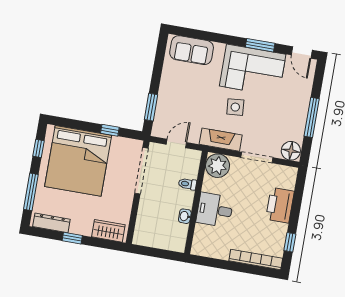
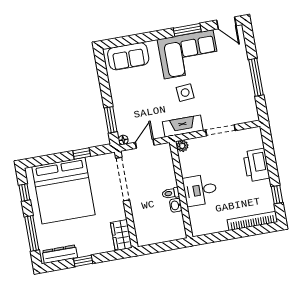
floor lamp: (291, 151) -> (123, 140), moved, width x0.53, depth x0.53
plant: (218, 166) -> (182, 146), width x0.53, depth x0.53
toilet: (187, 184) -> (171, 193), moved
wardrobe: (108, 231) -> (121, 235), moved, turned -90

